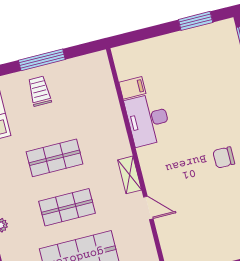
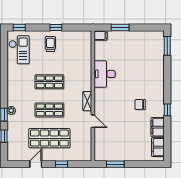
window: (196, 21) -> (120, 28), moved
window: (42, 60) -> (56, 28), width x0.46
filing cabinet: (132, 88) -> (101, 35), moved

